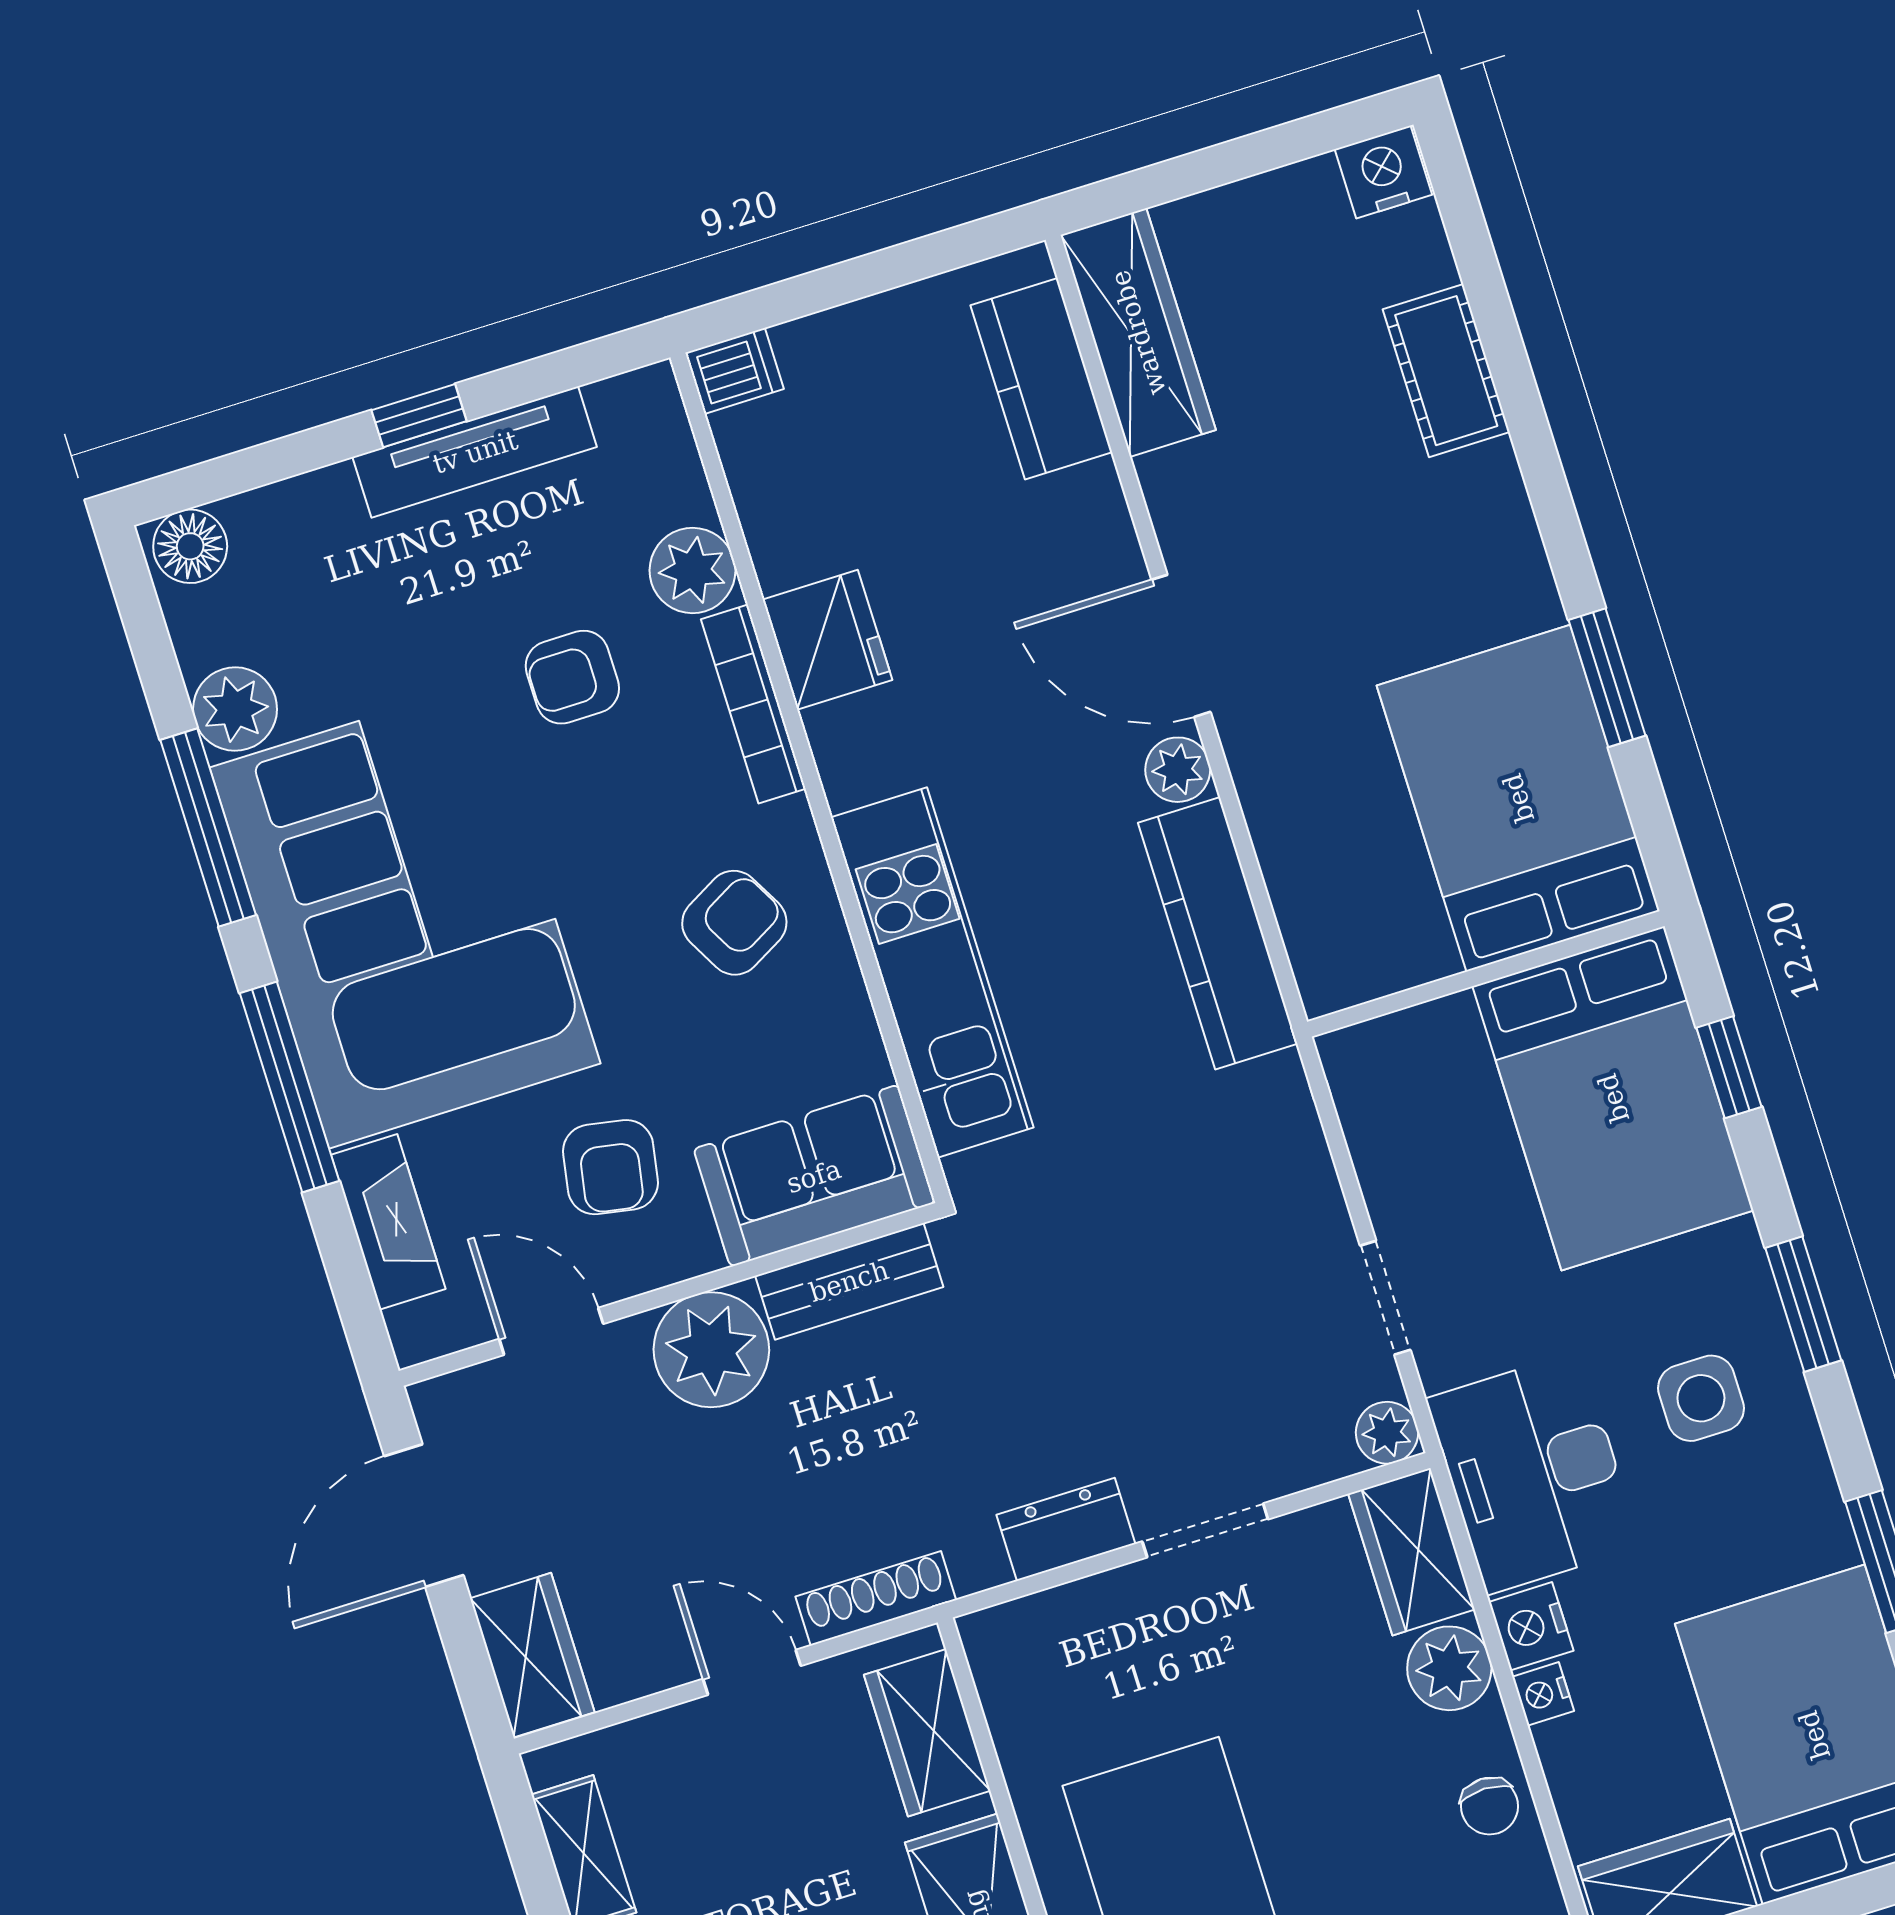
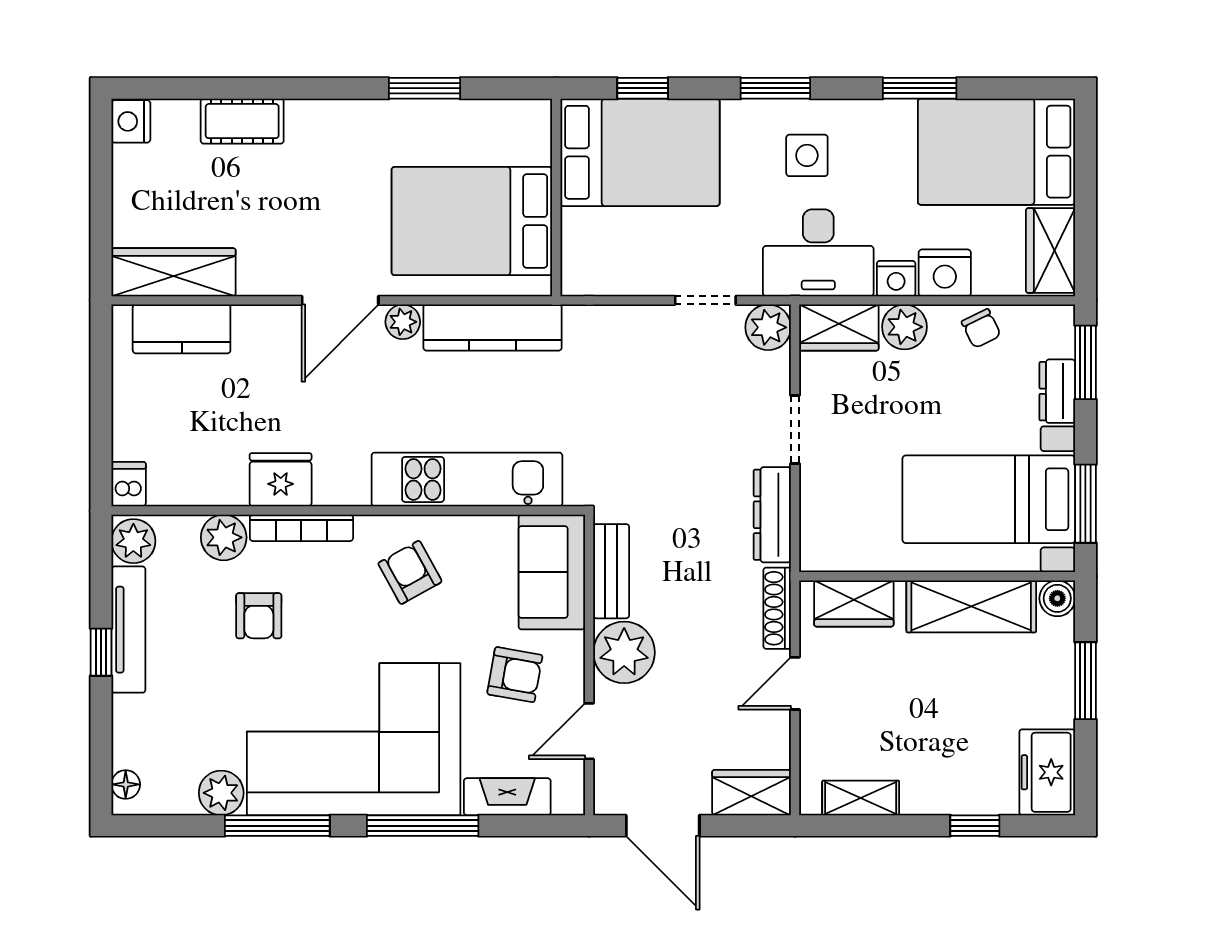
plant: (635, 411) -> (133, 541), added
floor lamp: (190, 546) -> (126, 784), width x0.73, depth x0.73
bed: (1518, 798) -> (472, 221), moved
plant: (1387, 1433) -> (768, 327), width x1.38, depth x1.38
dresser: (1066, 1529) -> (772, 515), width x1.44
nightstand: (1543, 1694) -> (945, 273), width x1.89, depth x1.79
chair: (1490, 1806) -> (981, 328), turned 64

